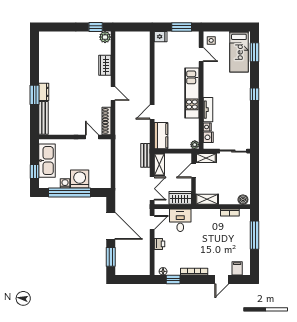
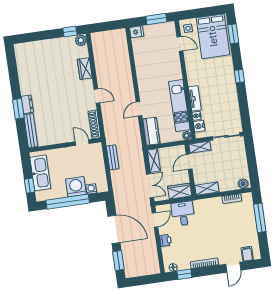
bed: (239, 52) -> (213, 36), width x1.50
kitchen unit: (192, 93) -> (179, 106), moved
bench: (145, 155) -> (113, 157), moved
washing machine: (65, 183) -> (91, 189), moved

